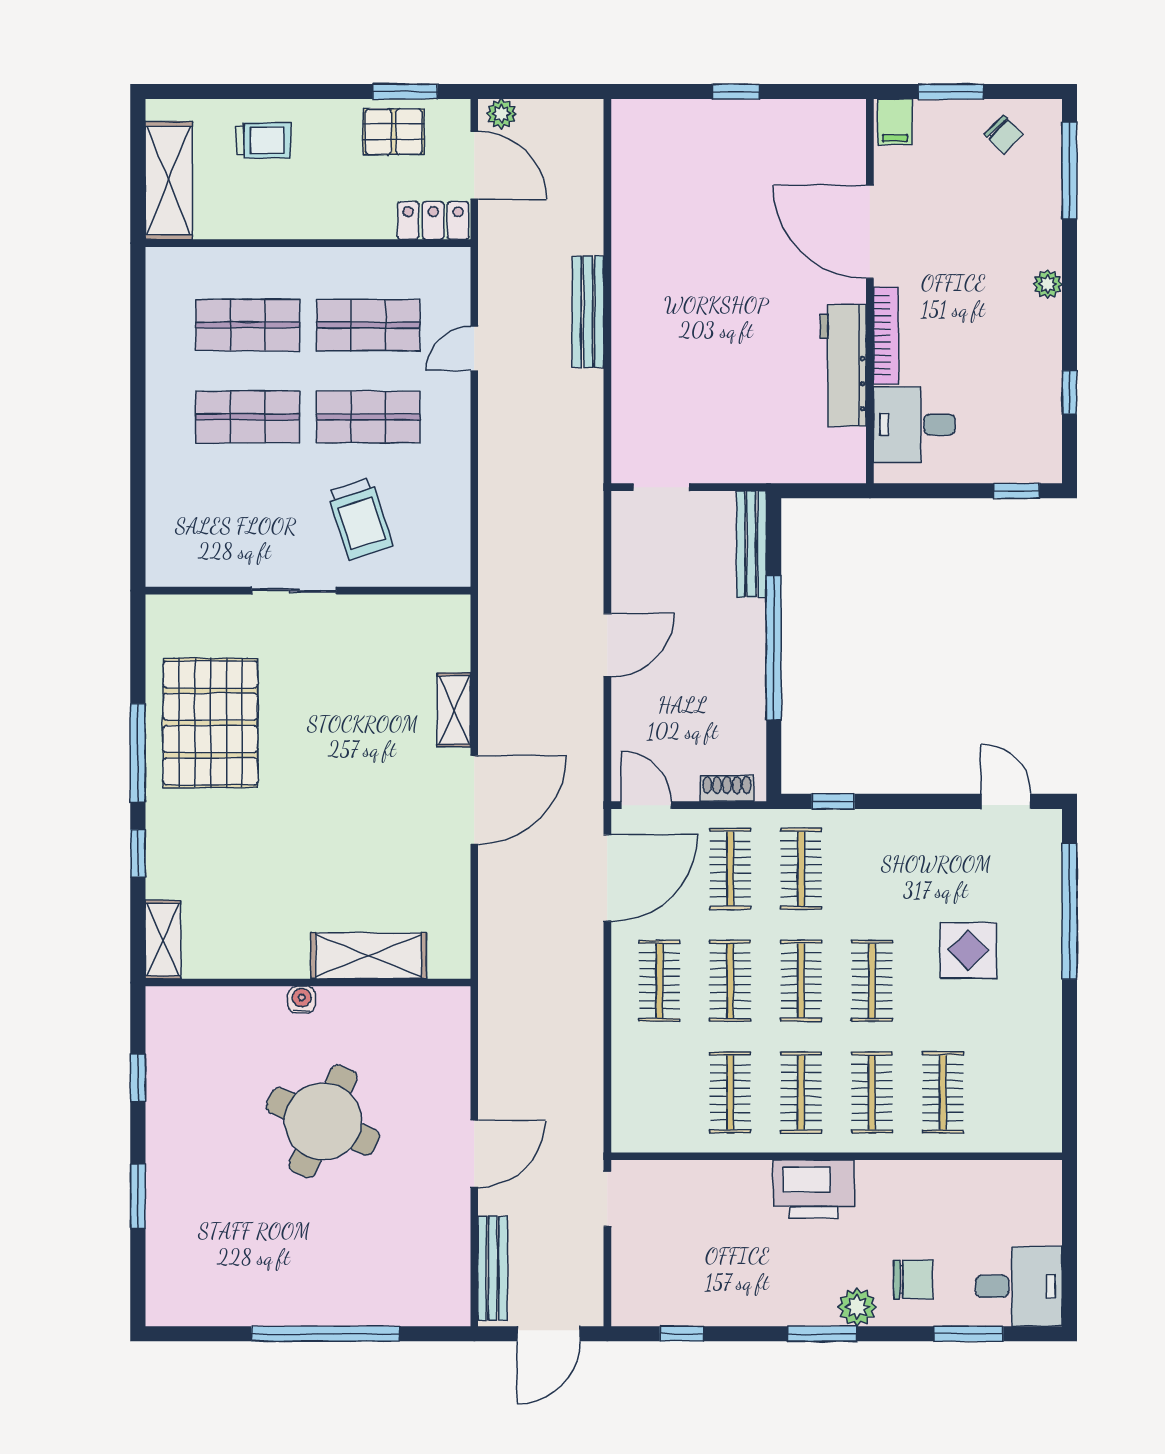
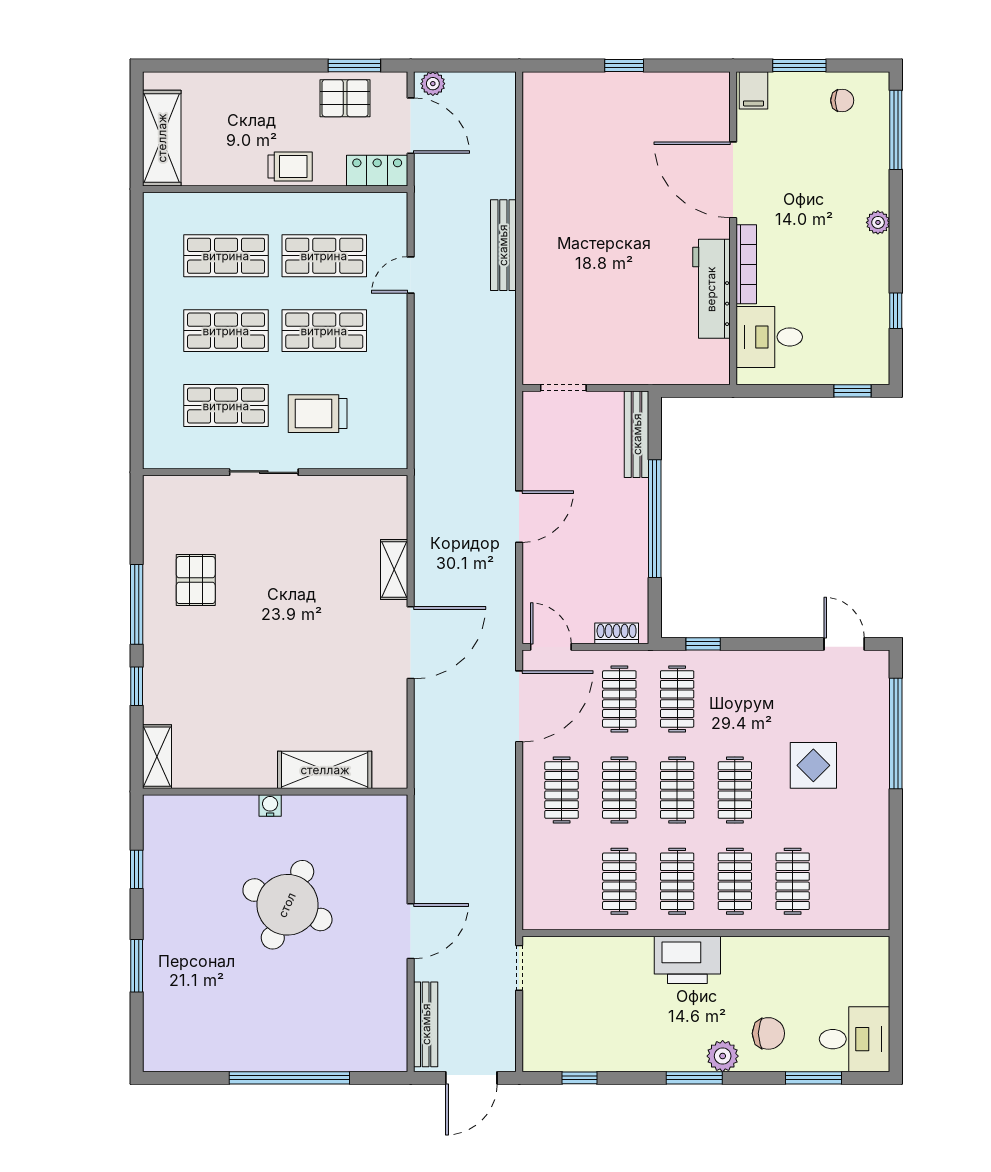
chair: (1004, 134) -> (842, 100), turned -45
trolley: (263, 140) -> (290, 167), moved
shop shelf: (248, 509) -> (226, 406), added
trolley: (360, 519) -> (318, 414), turned 108
pallet: (210, 723) -> (196, 580), width x0.49, depth x0.50

